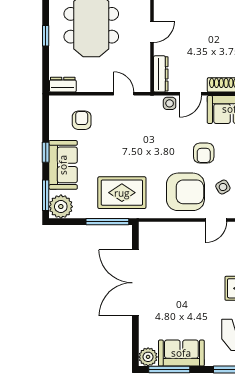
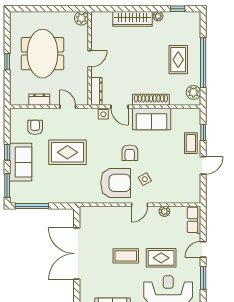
dresser: (63, 85) -> (39, 100), moved
door: (190, 94) -> (119, 107), hinge flipped
rug: (122, 193) -> (67, 152), moved
plant: (61, 207) -> (19, 194), removed
window: (107, 222) -> (32, 206), moved
coffee table: (199, 286) -> (126, 256), added

